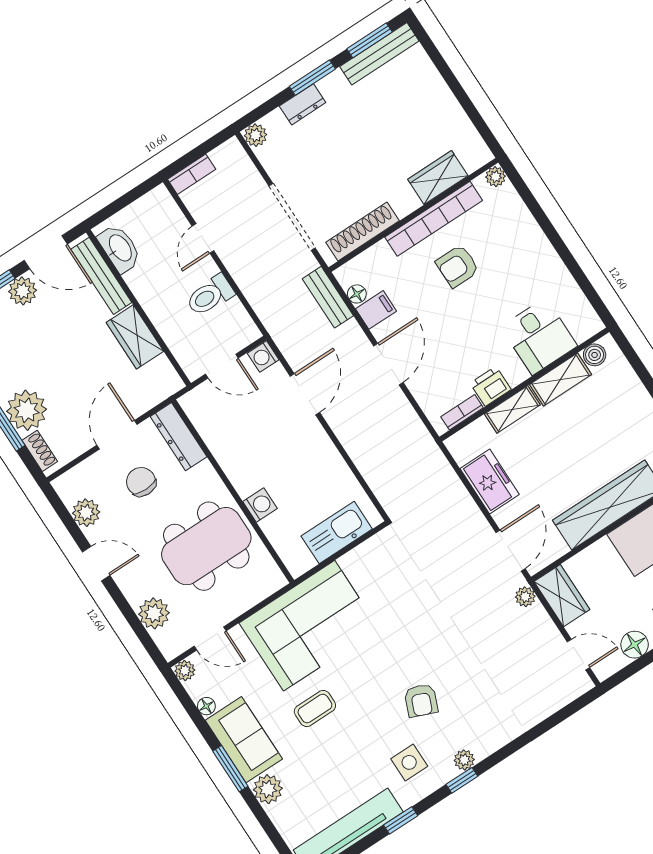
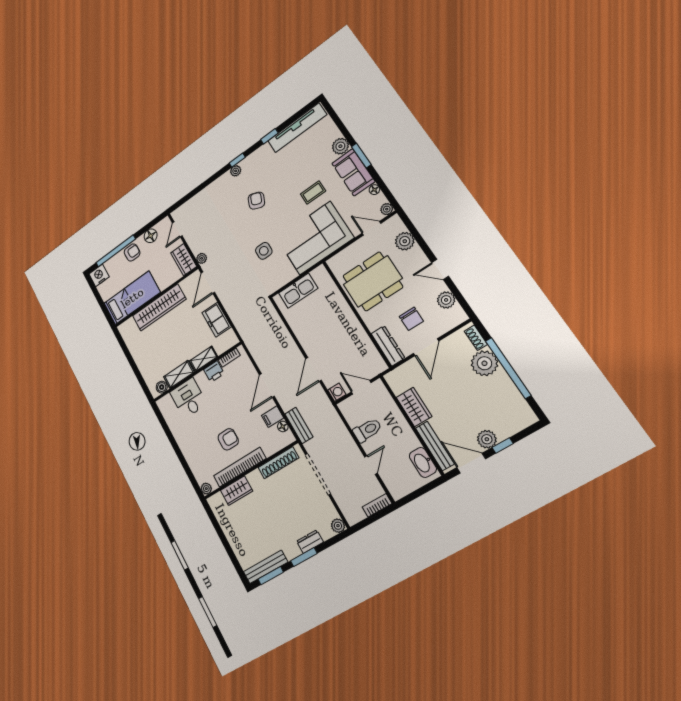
washing machine: (260, 505) -> (341, 306), removed
door: (578, 655) -> (177, 229), hinge flipped
side table: (409, 762) -> (264, 251), moved

